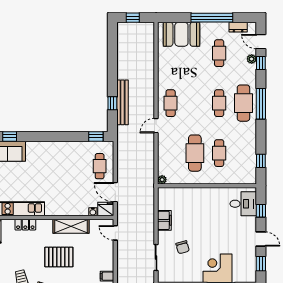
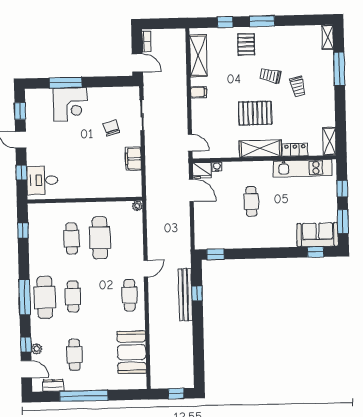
booth: (181, 34) -> (132, 352), moved, turned 90
cafe table: (100, 166) -> (251, 201), moved
shelving: (71, 226) -> (260, 149), moved

